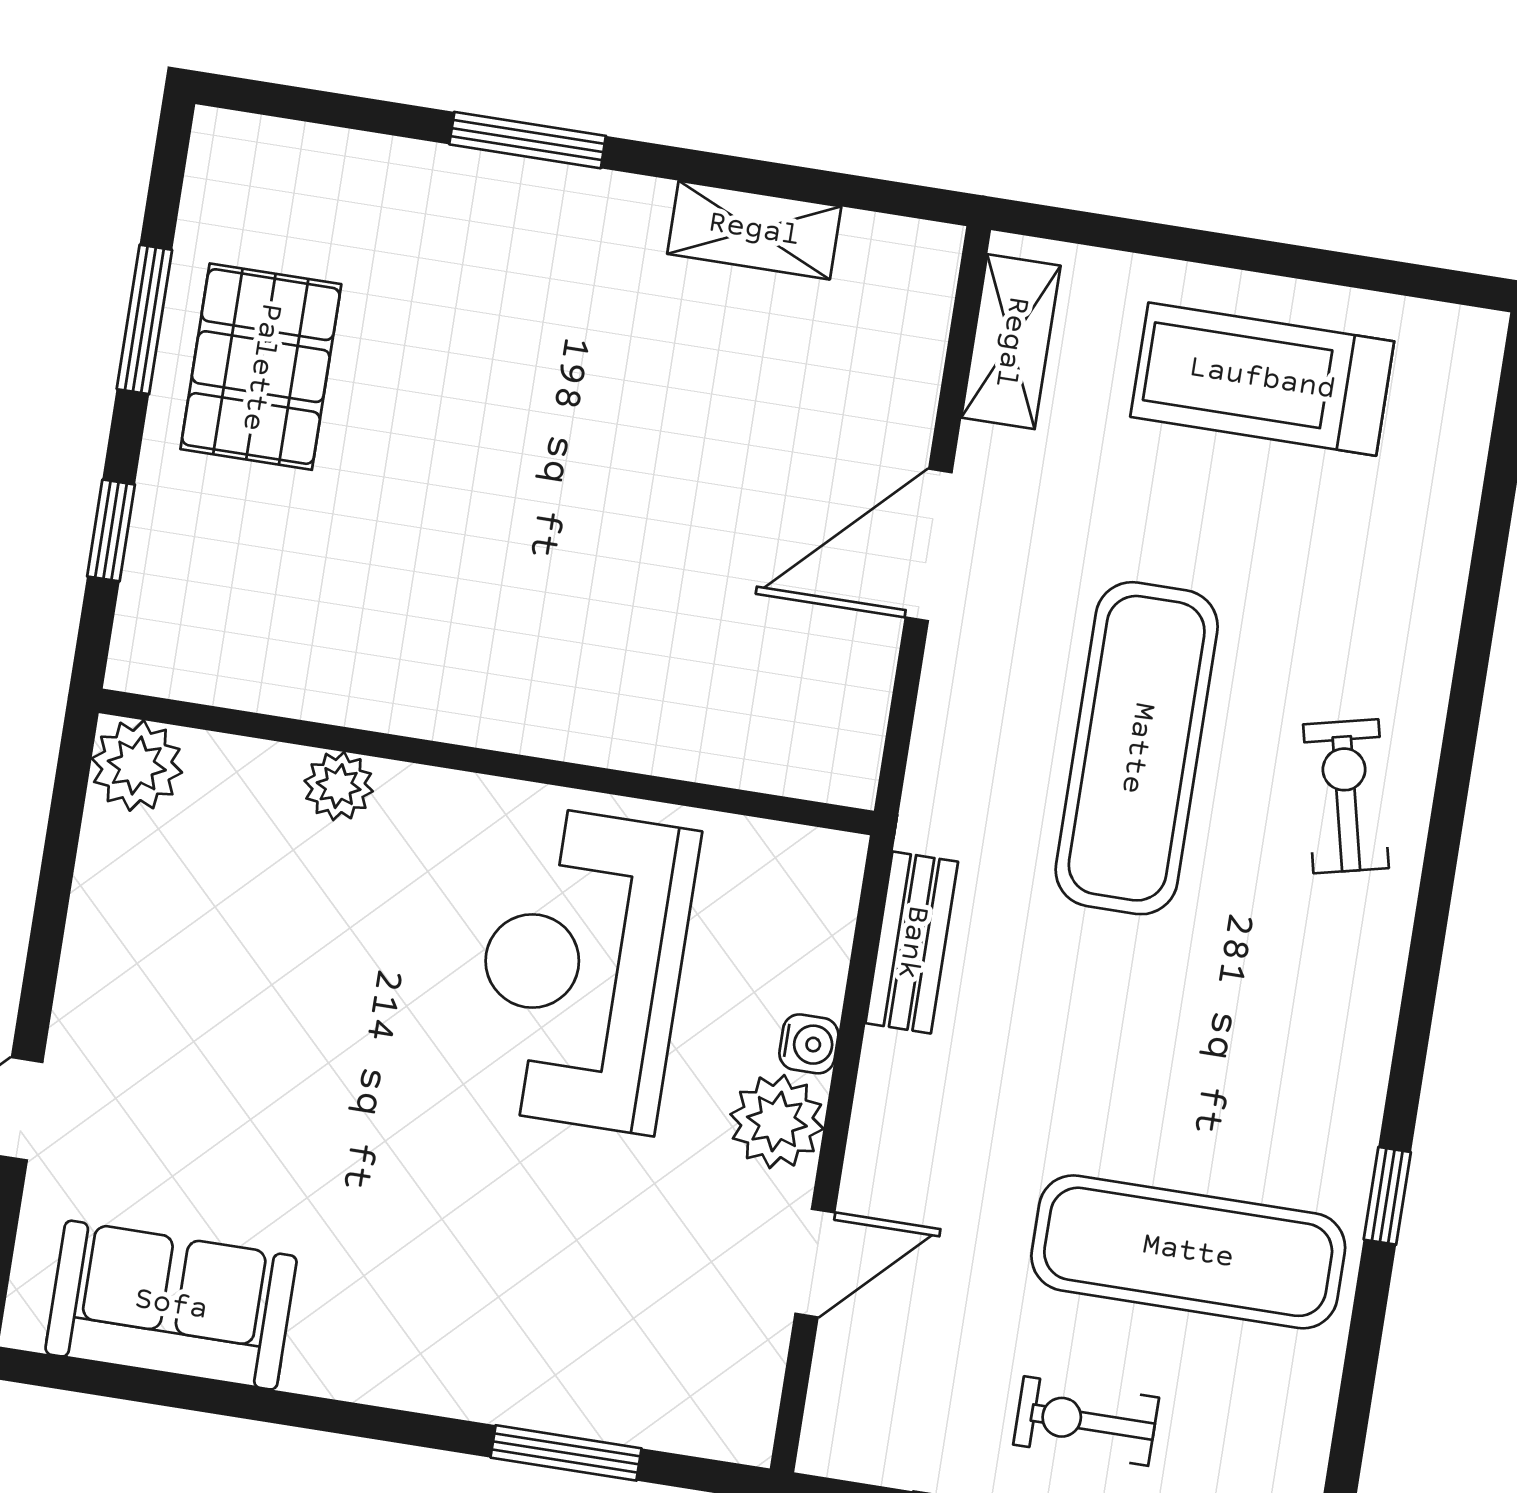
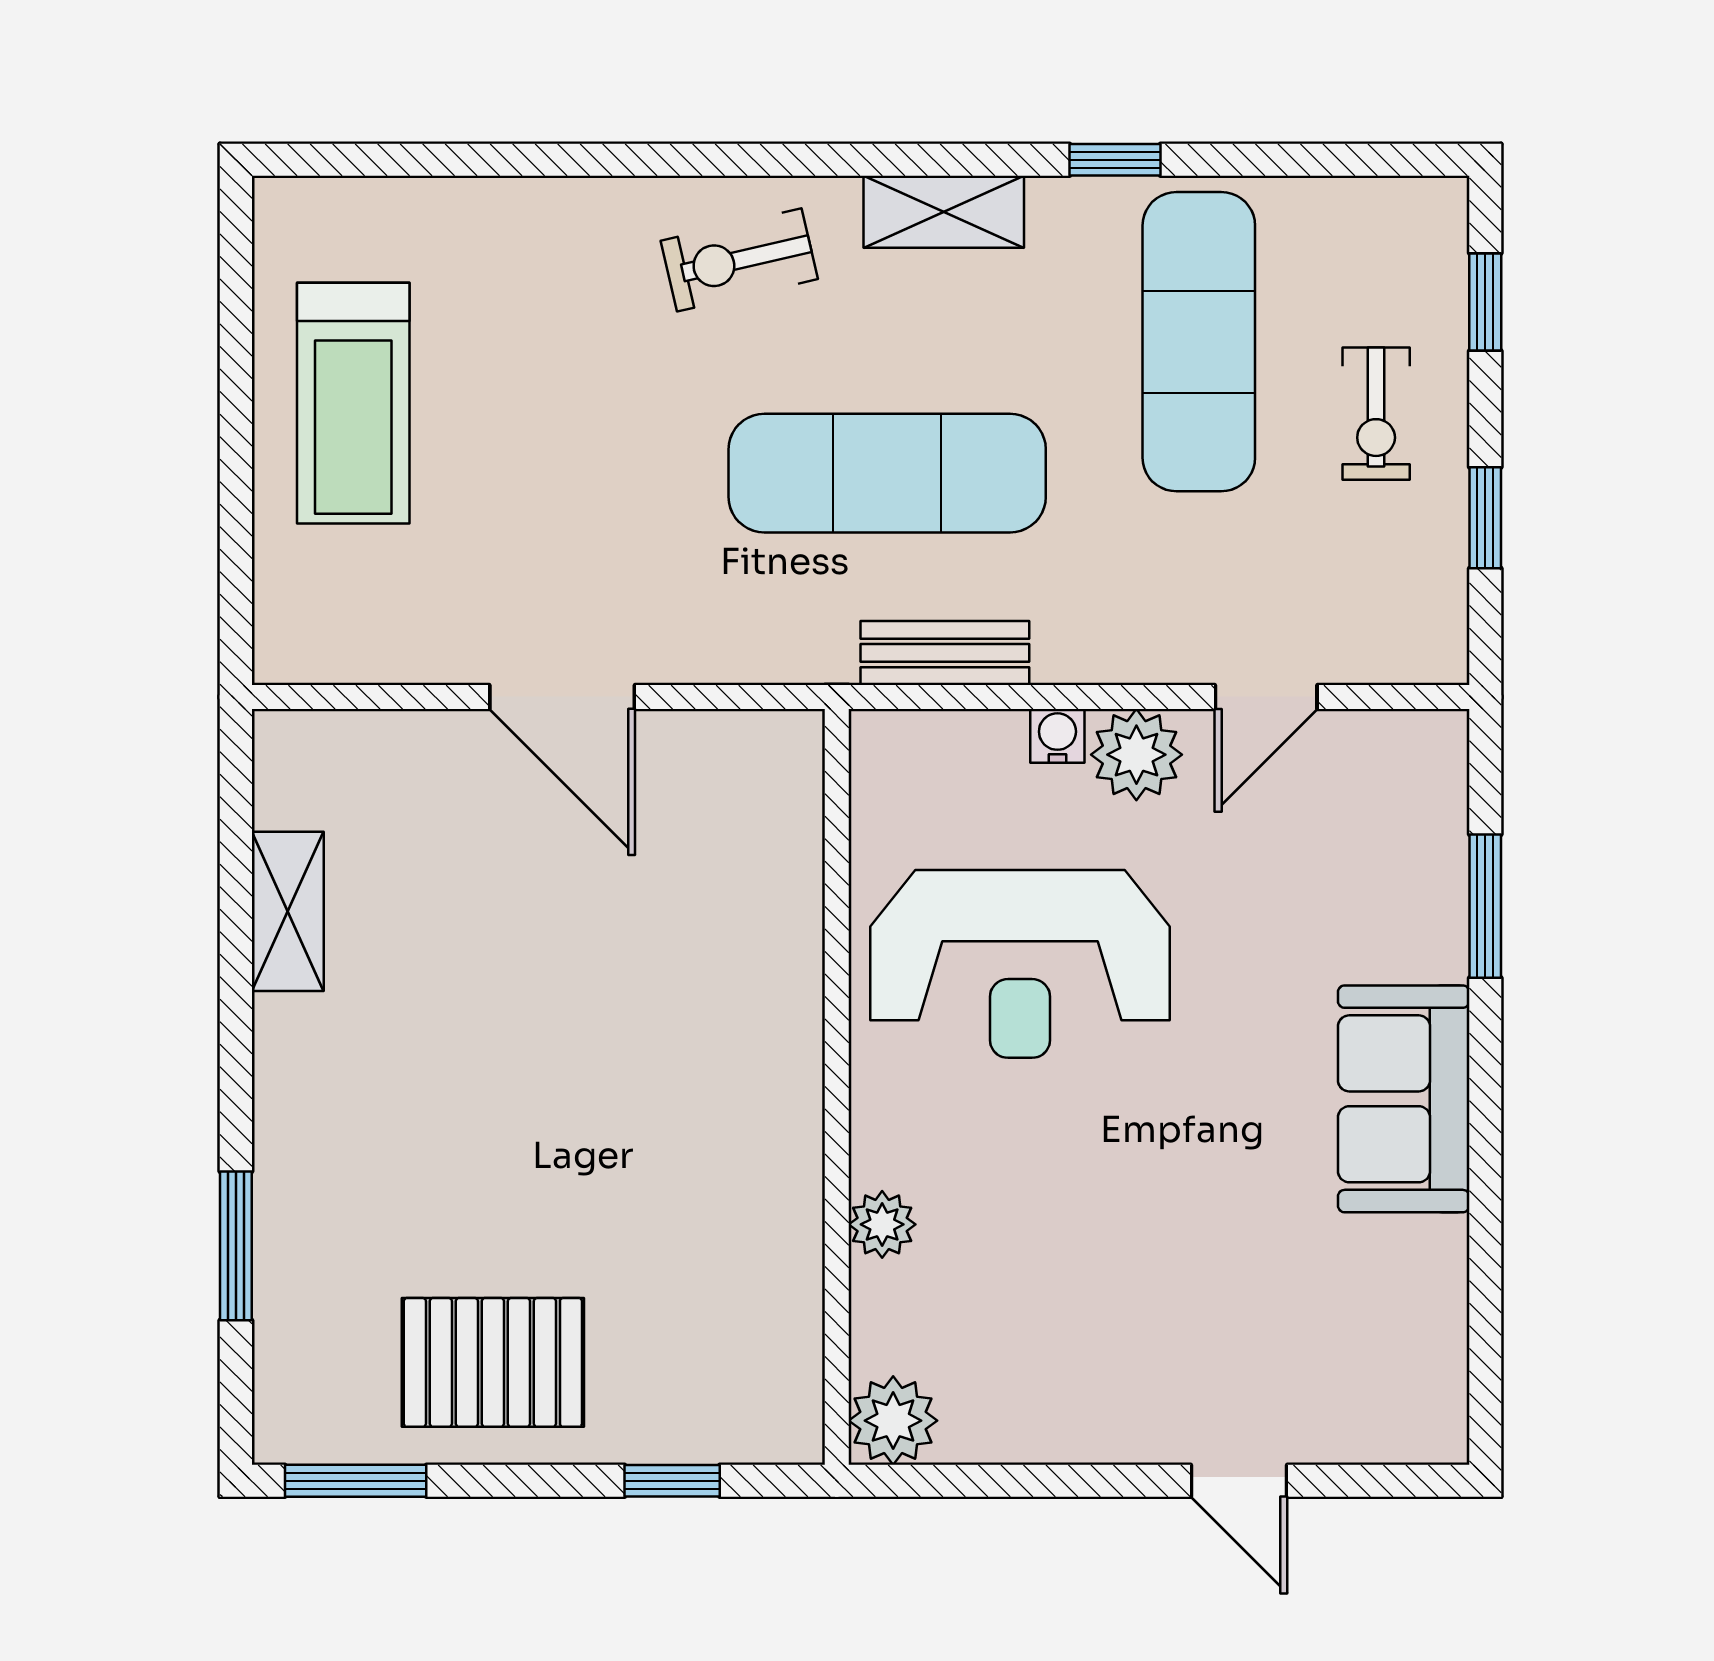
window: (528, 140) -> (236, 1246), moved
window: (144, 319) -> (356, 1481), moved
shelving: (1011, 342) -> (944, 212), moved
exercise mat: (1137, 748) -> (887, 473), moved
door: (815, 1263) -> (1266, 697), swing flipped
sofa: (171, 1305) -> (1404, 1099), moved

